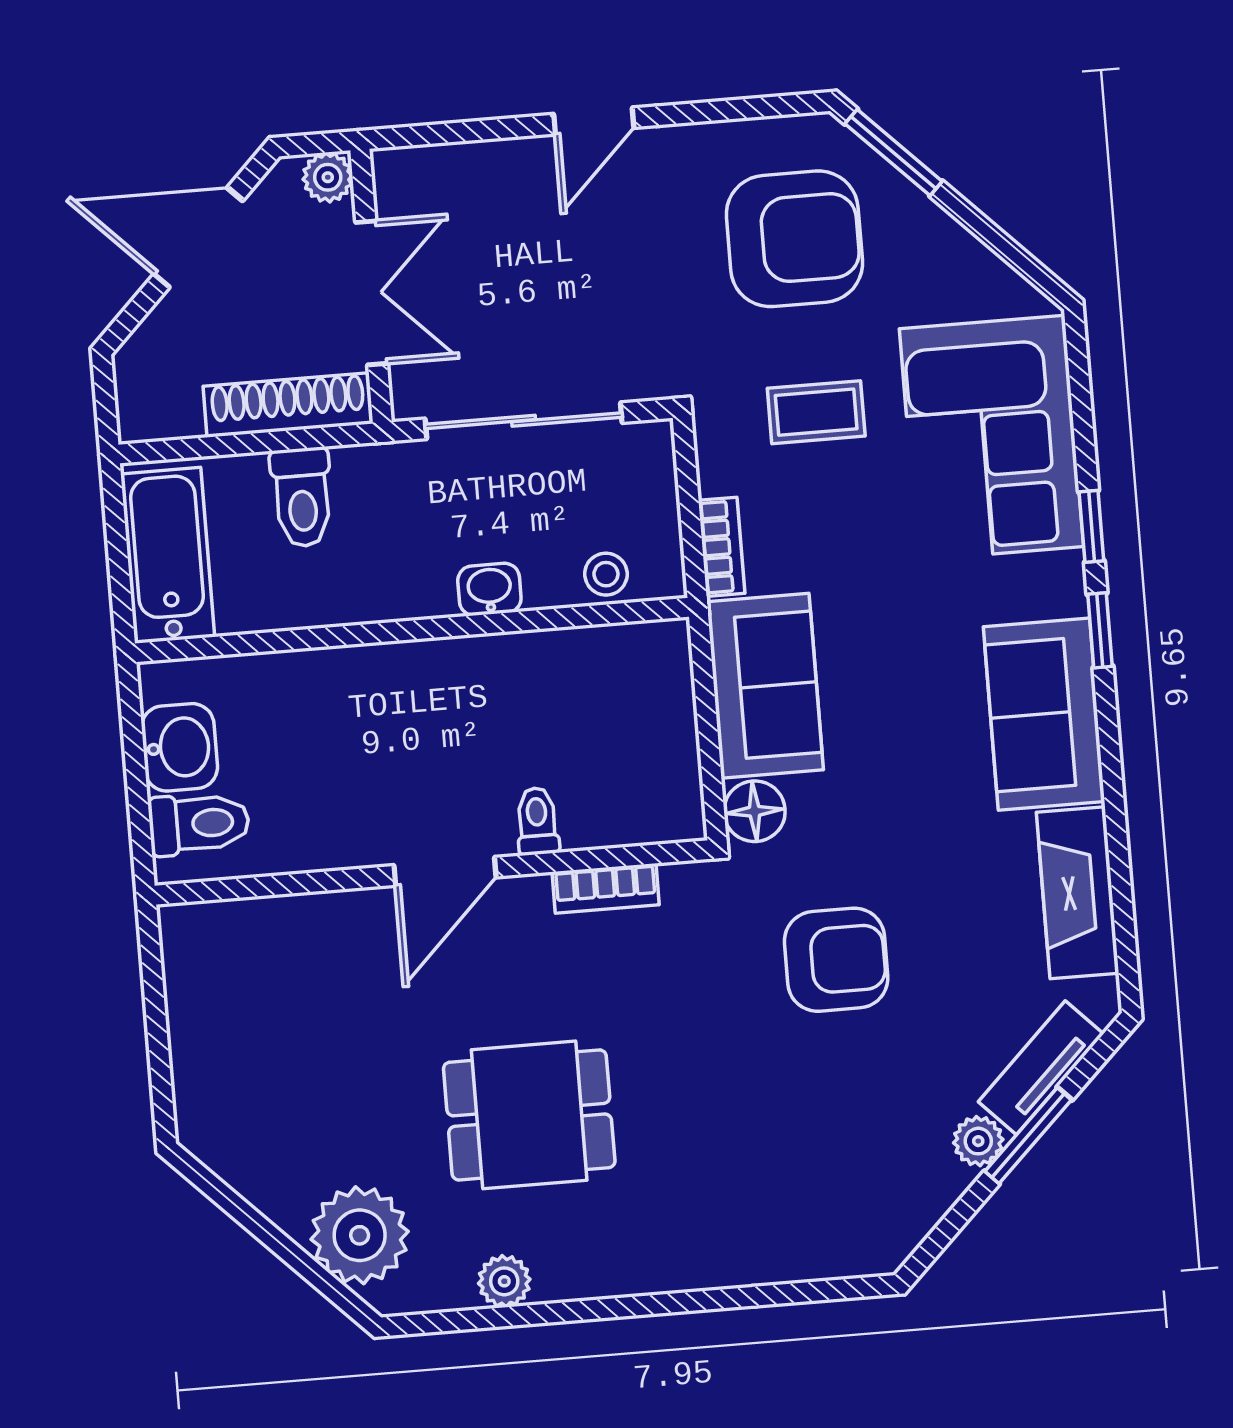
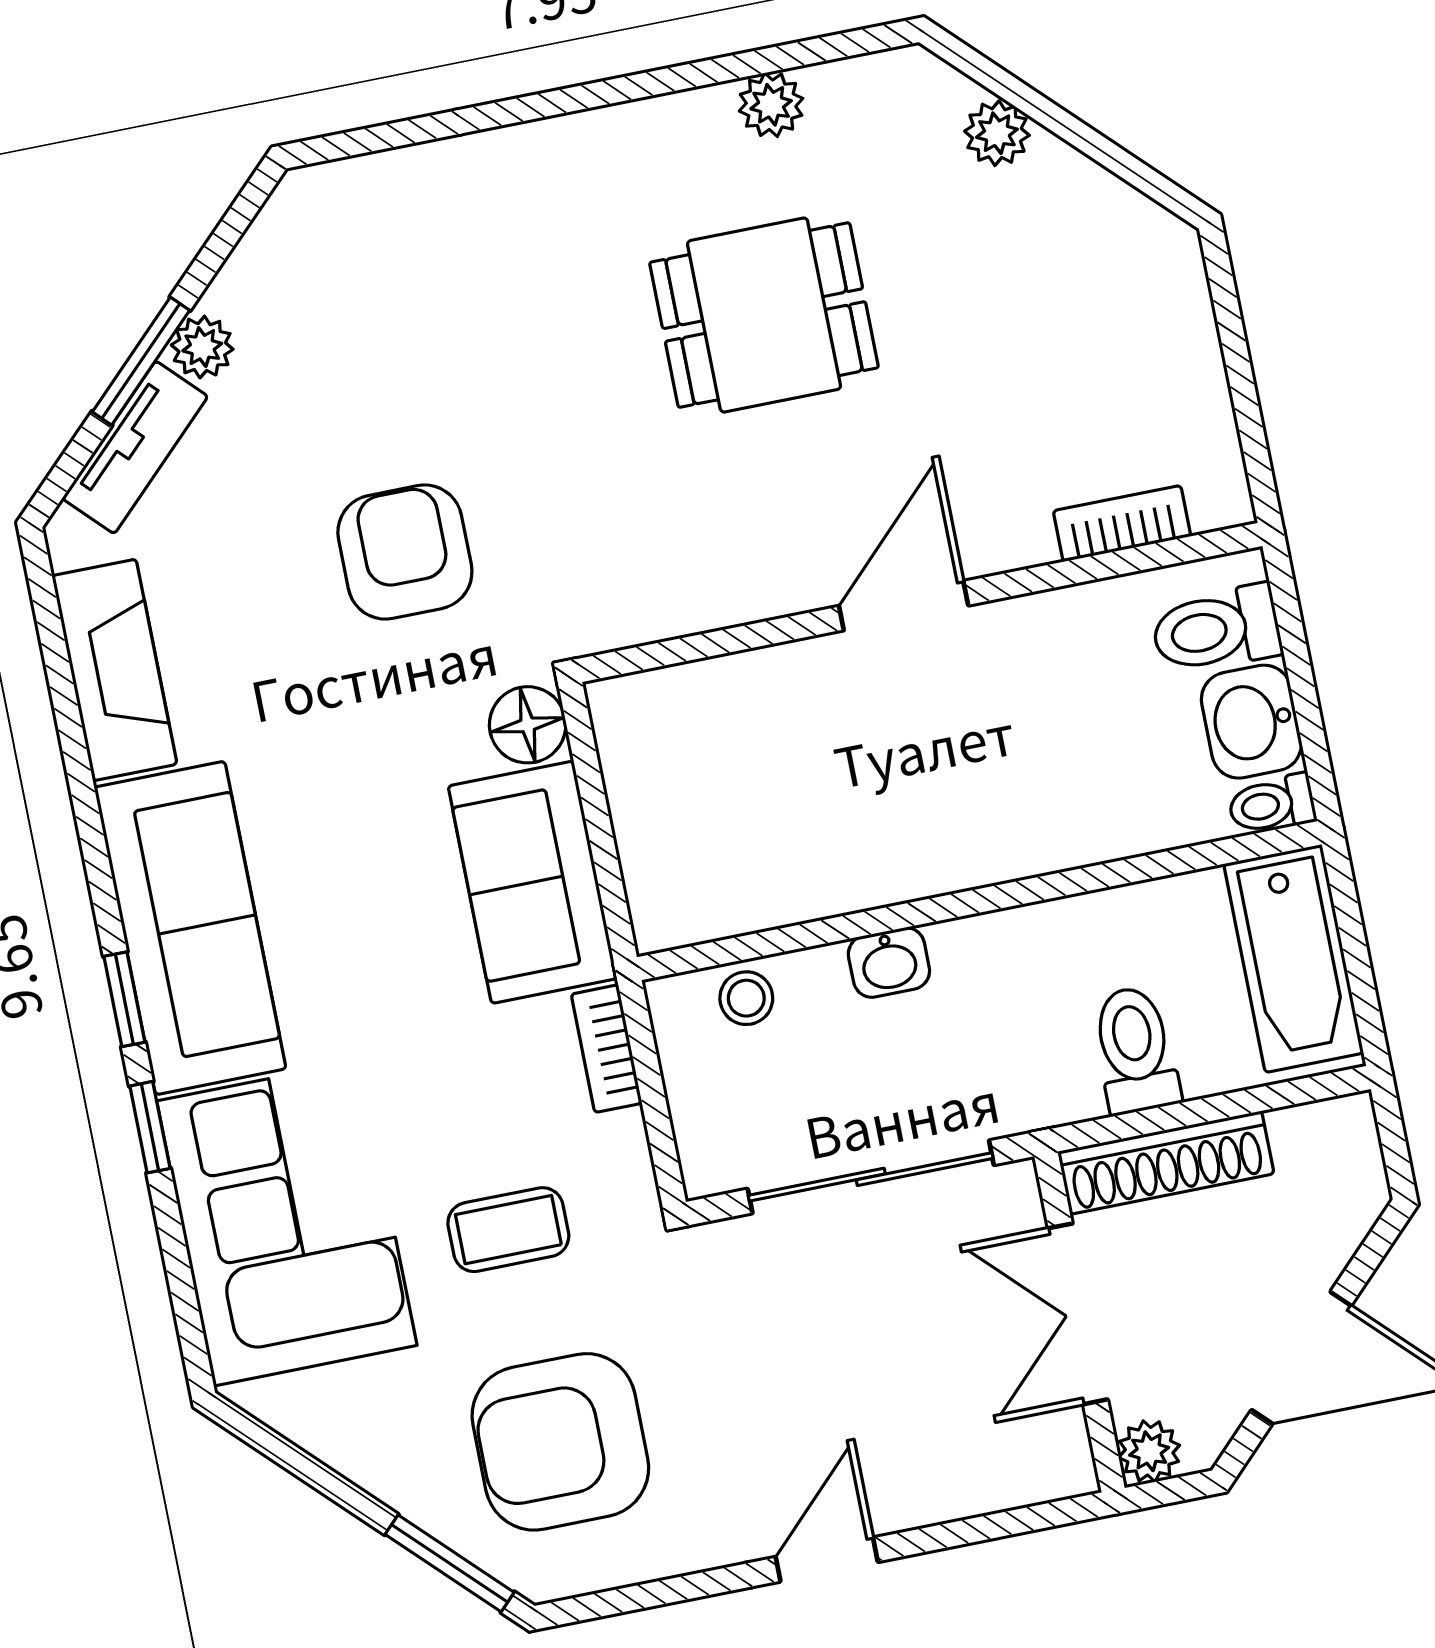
sofa: (1044, 714) -> (190, 928), width x1.36
toilet: (537, 821) -> (1272, 804), moved, turned 90
bookcase: (606, 888) -> (1122, 524), moved
armchair: (836, 960) -> (405, 552), turned 90
plant: (360, 1235) -> (997, 133), width x0.53, depth x0.53

